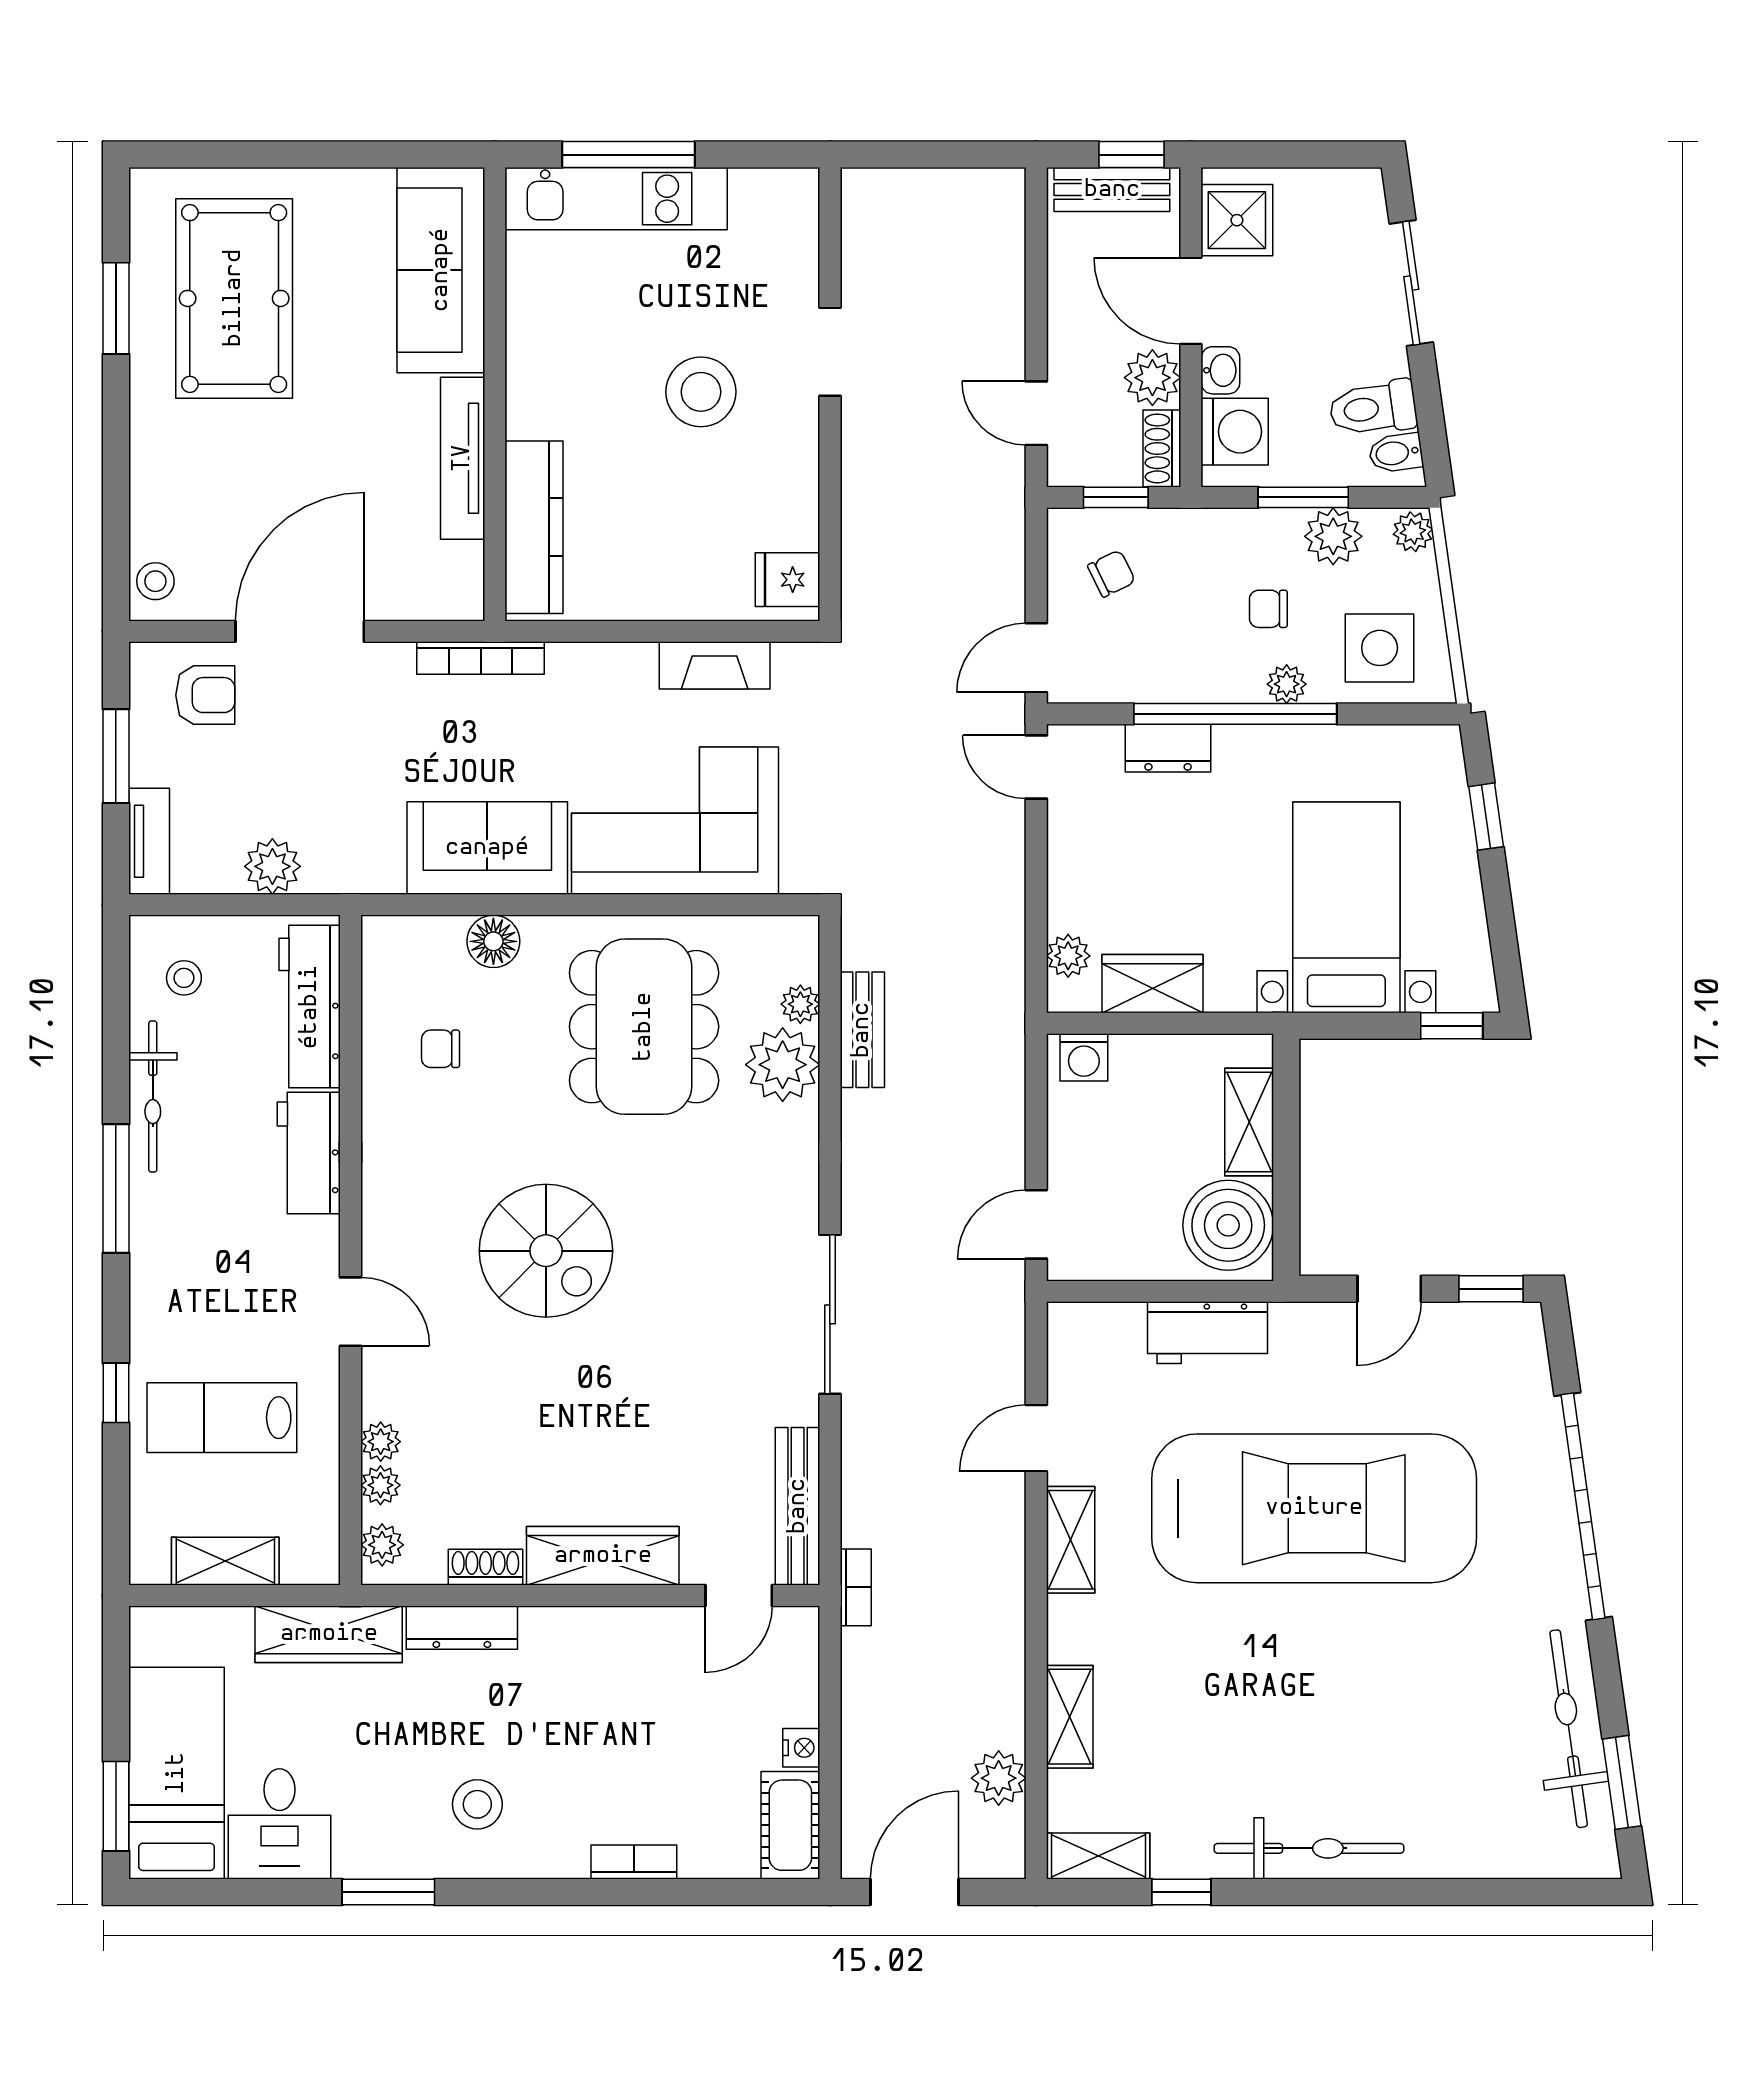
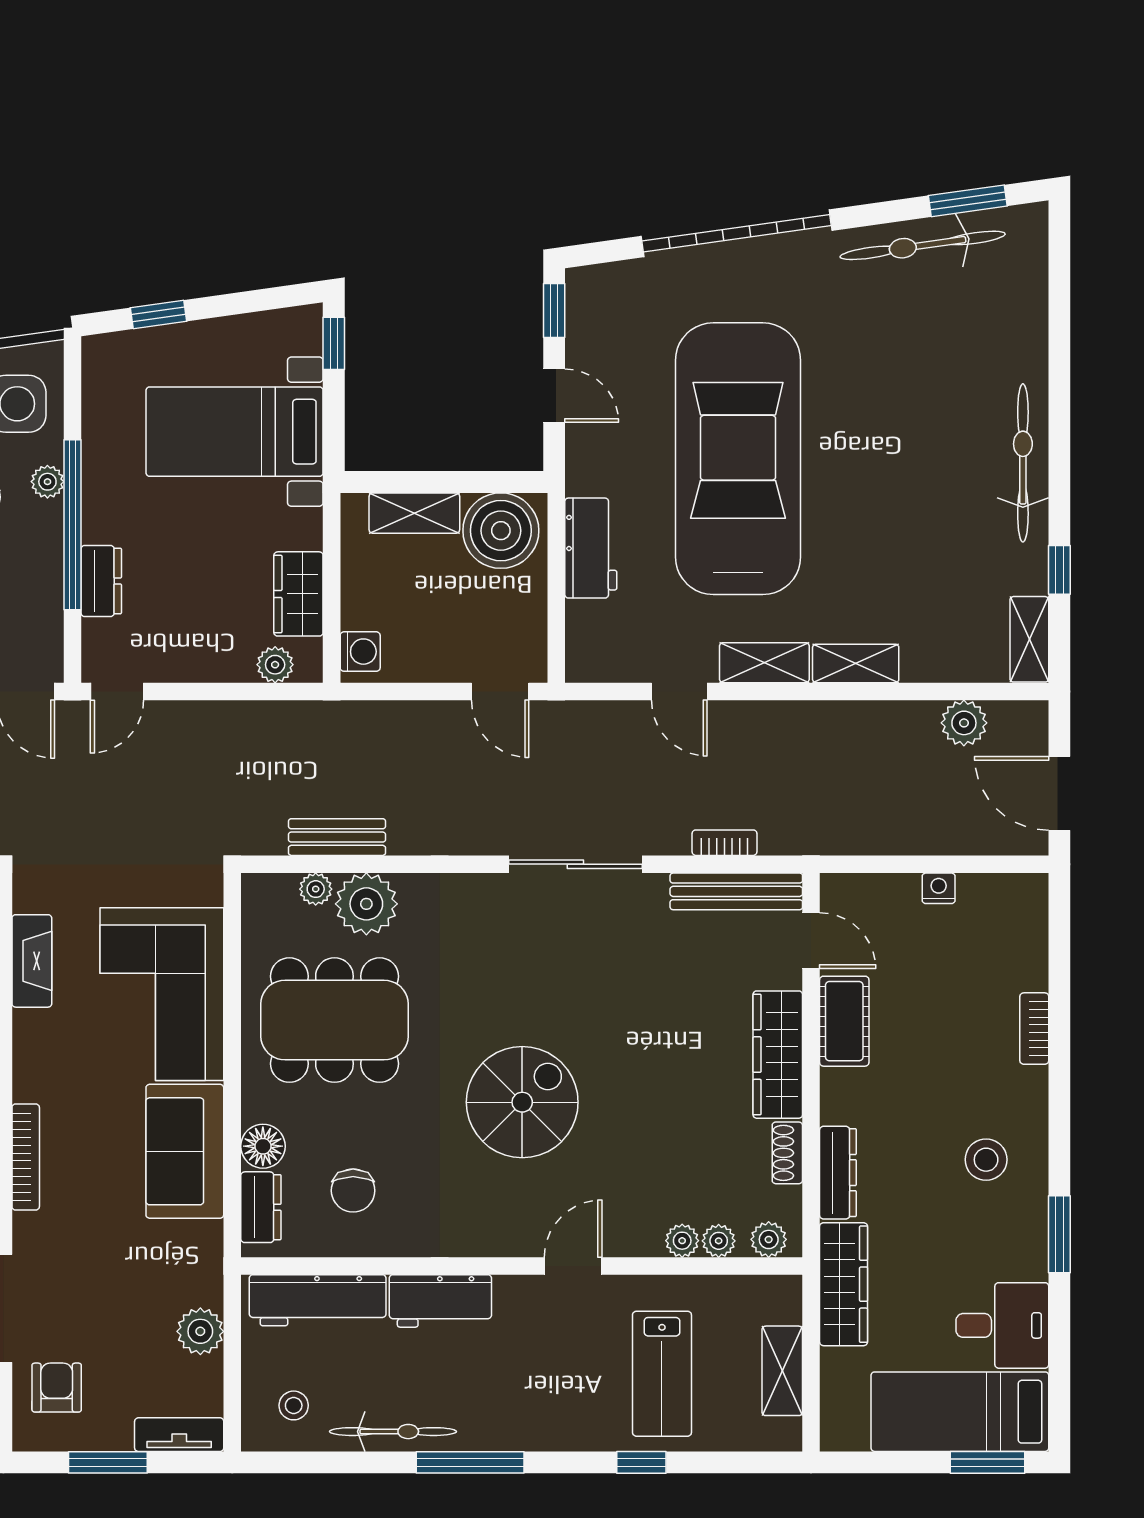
dresser: (421, 939) -> (261, 1207), added
chair: (441, 1049) -> (353, 1191), width x1.37, depth x1.37
bookcase: (856, 1587) -> (725, 843), moved
shelving: (1070, 1717) -> (856, 663), moved
cot: (790, 1825) -> (844, 1021), moved, turned 90

